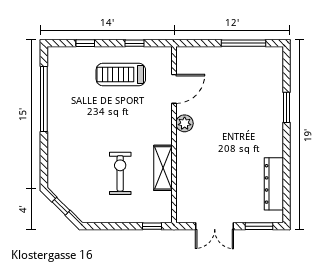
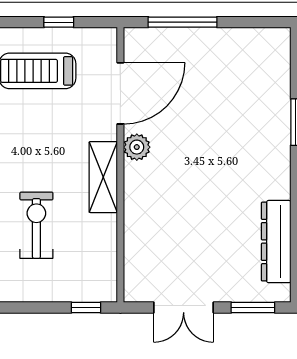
window: (243, 43) -> (183, 22), moved
door: (174, 89) -> (120, 93), width x1.36
shelving: (163, 168) -> (103, 177), moved

